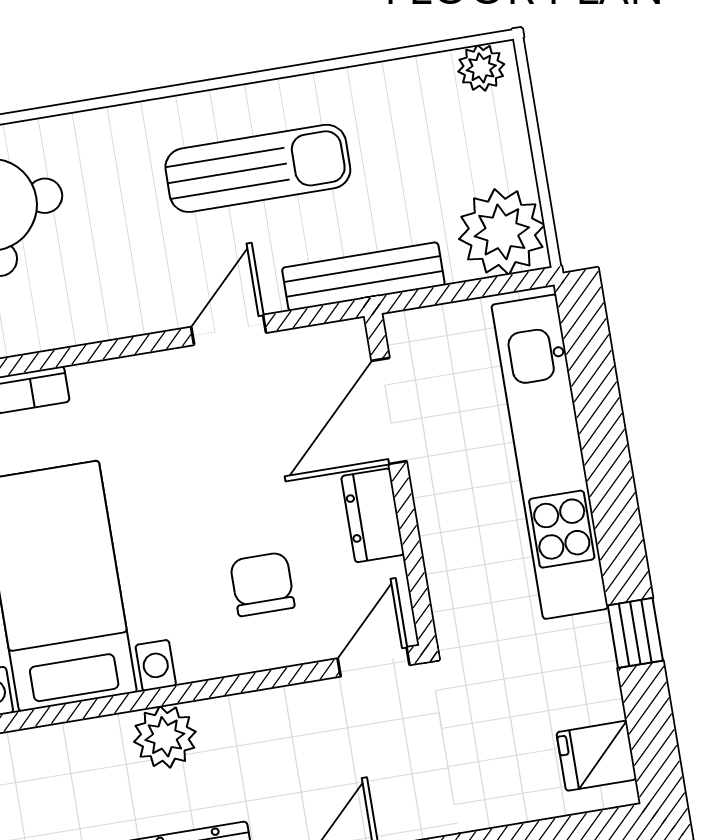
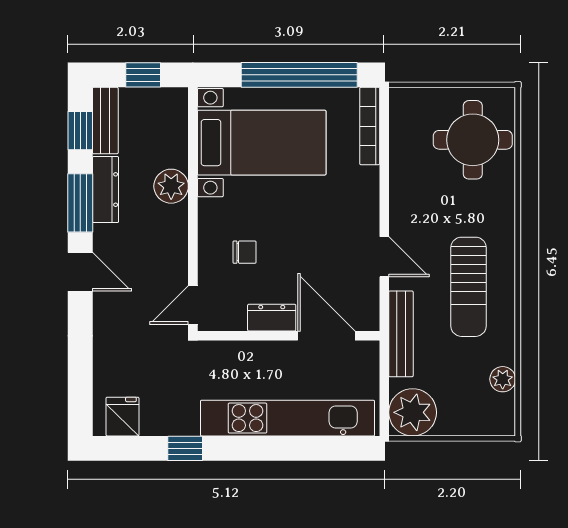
plant: (481, 68) -> (503, 379), moved
chair: (262, 584) -> (245, 252), width x0.73, depth x0.73
door: (374, 662) -> (193, 305), swing flipped

